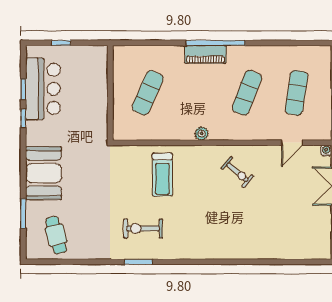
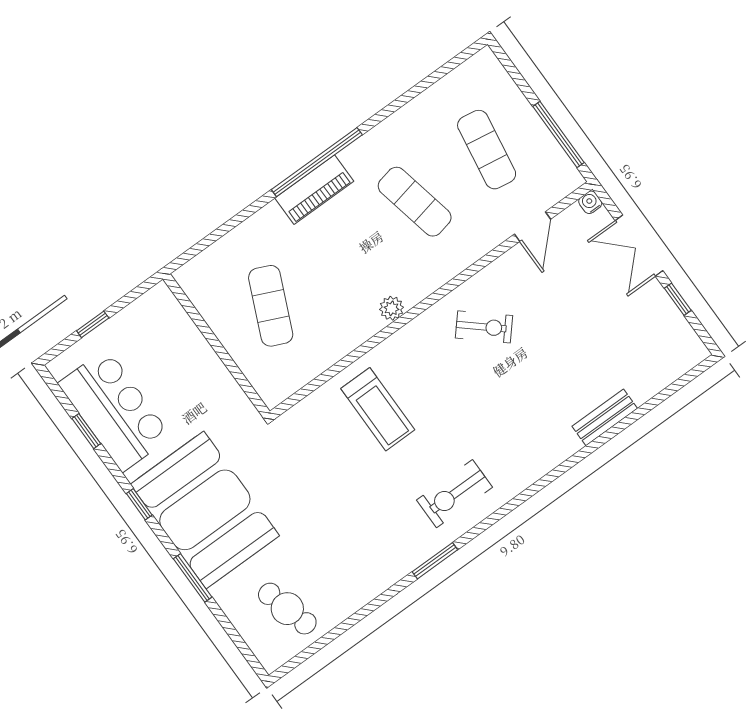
exercise mat: (247, 93) -> (415, 202), turned -33
window: (23, 118) -> (139, 504), moved
booth: (44, 173) -> (205, 510), width x1.36, depth x1.42
window: (23, 213) -> (193, 578), moved
exercise bike: (143, 228) -> (454, 494), moved
bench: (262, 253) -> (605, 417), added

